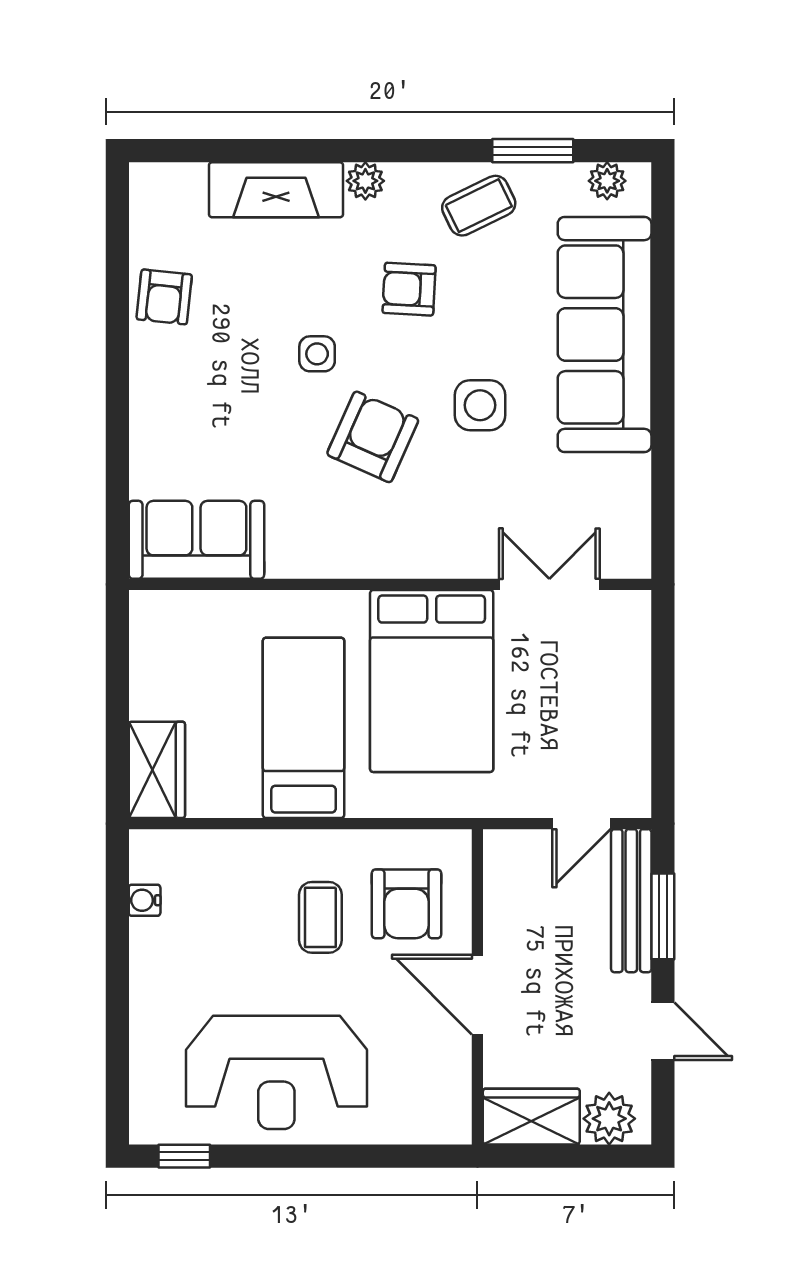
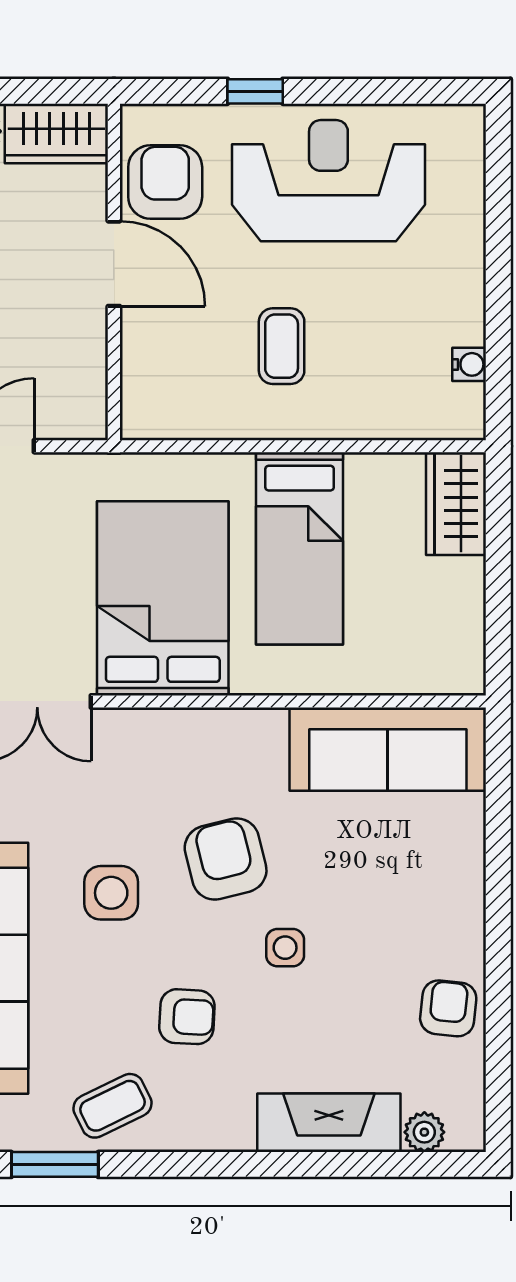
plant: (365, 181) -> (424, 1132), moved
armchair: (373, 437) -> (226, 859), turned 142
sofa: (196, 540) -> (388, 749), width x1.36
armchair: (406, 904) -> (165, 182), moved
window: (184, 1156) -> (255, 91), moved

